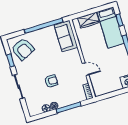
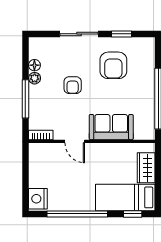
sofa: (66, 36) -> (111, 127), moved
armchair: (23, 49) -> (113, 65), moved, turned -65
door: (86, 69) -> (75, 141), hinge flipped

